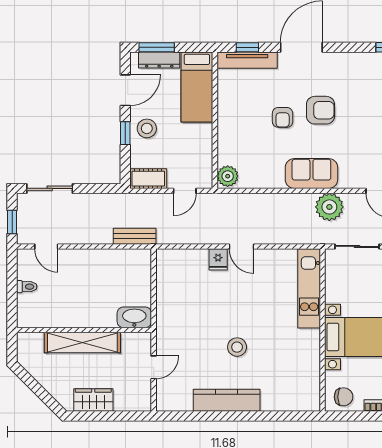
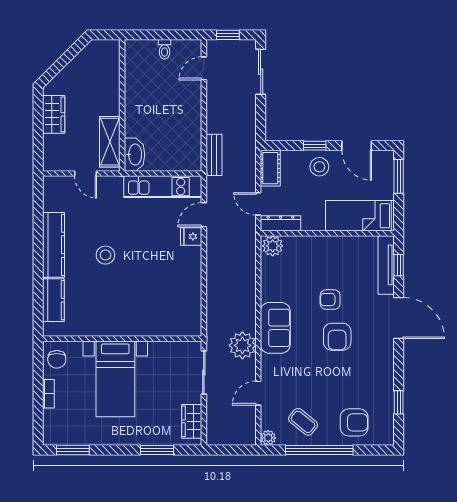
dresser: (159, 60) -> (281, 223), moved, turned 90
door: (241, 246) -> (204, 215), moved
kitchen unit: (309, 288) -> (163, 187), moved, turned 180
shelving: (82, 343) -> (110, 142), moved, width x0.68
kitchen counter: (283, 400) -> (53, 300), added

